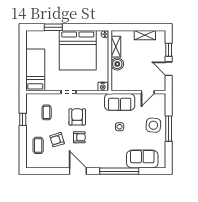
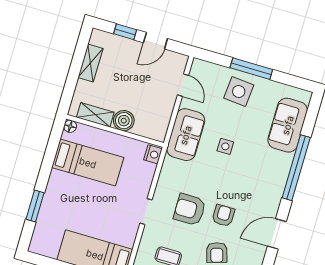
bed: (78, 50) -> (88, 163), width x0.49

